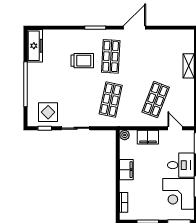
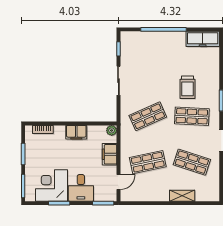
shop shelf: (156, 56) -> (192, 162), added
shop shelf: (111, 100) -> (148, 116), turned -36
shop shelf: (156, 100) -> (148, 162), turned -33
display table: (48, 112) -> (135, 52), removed

